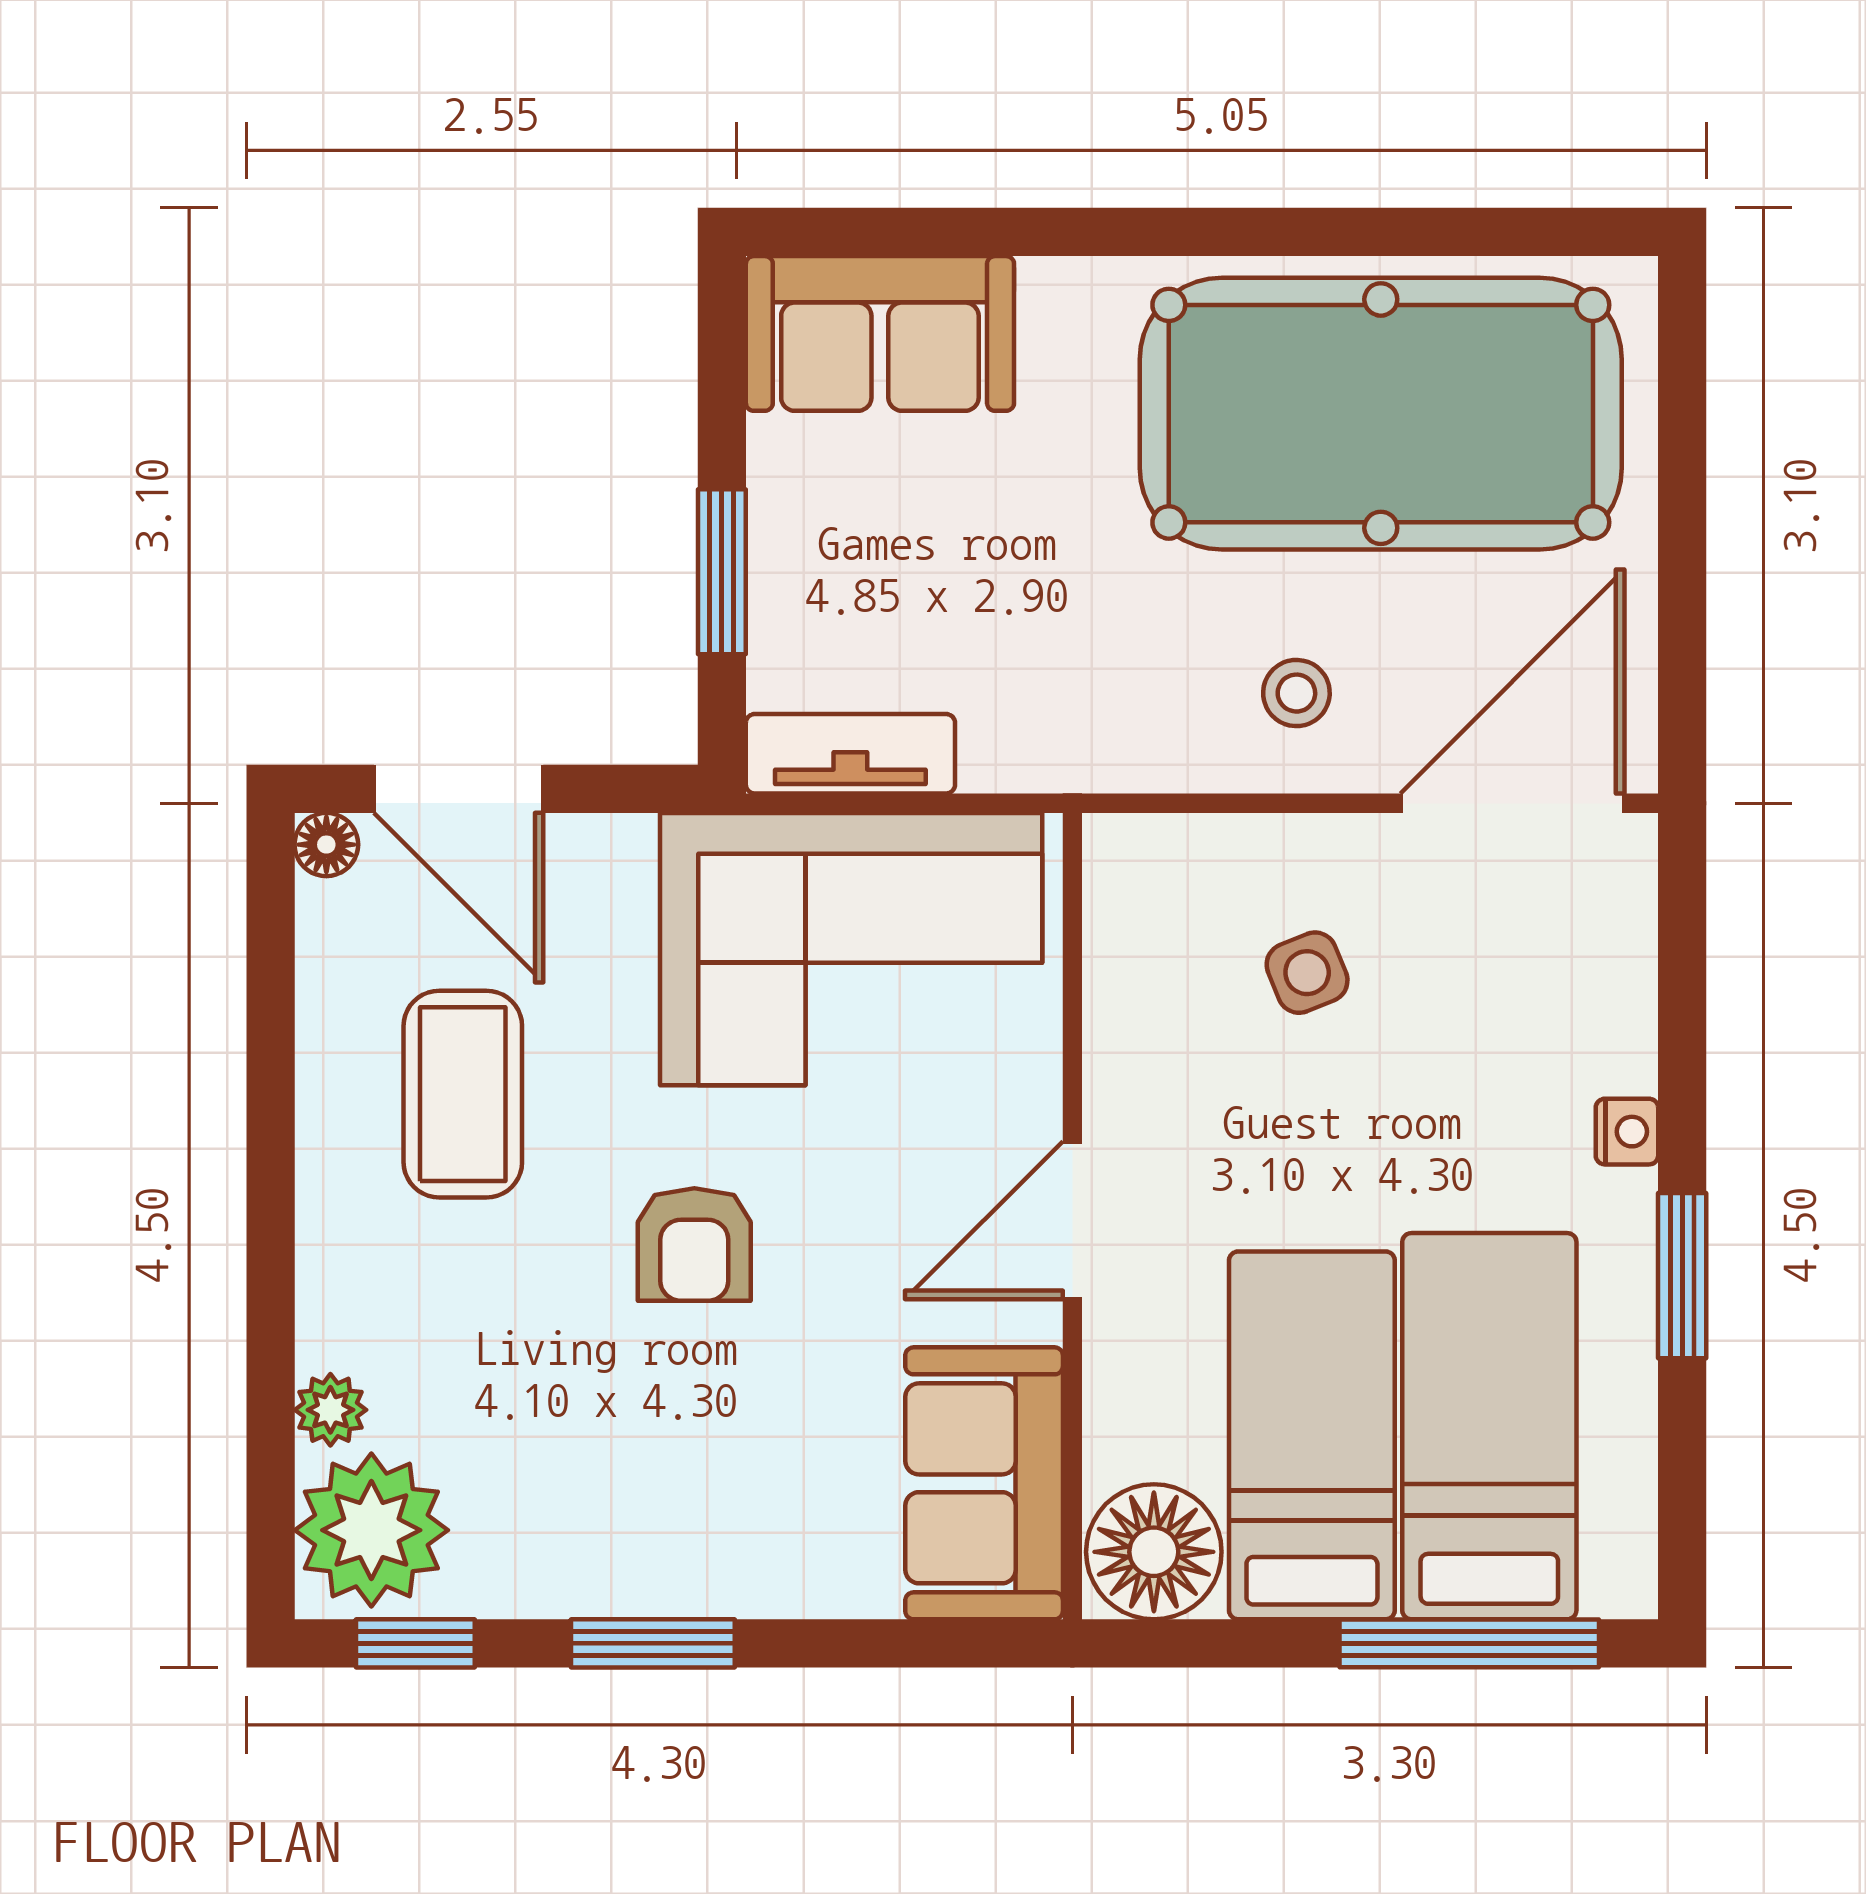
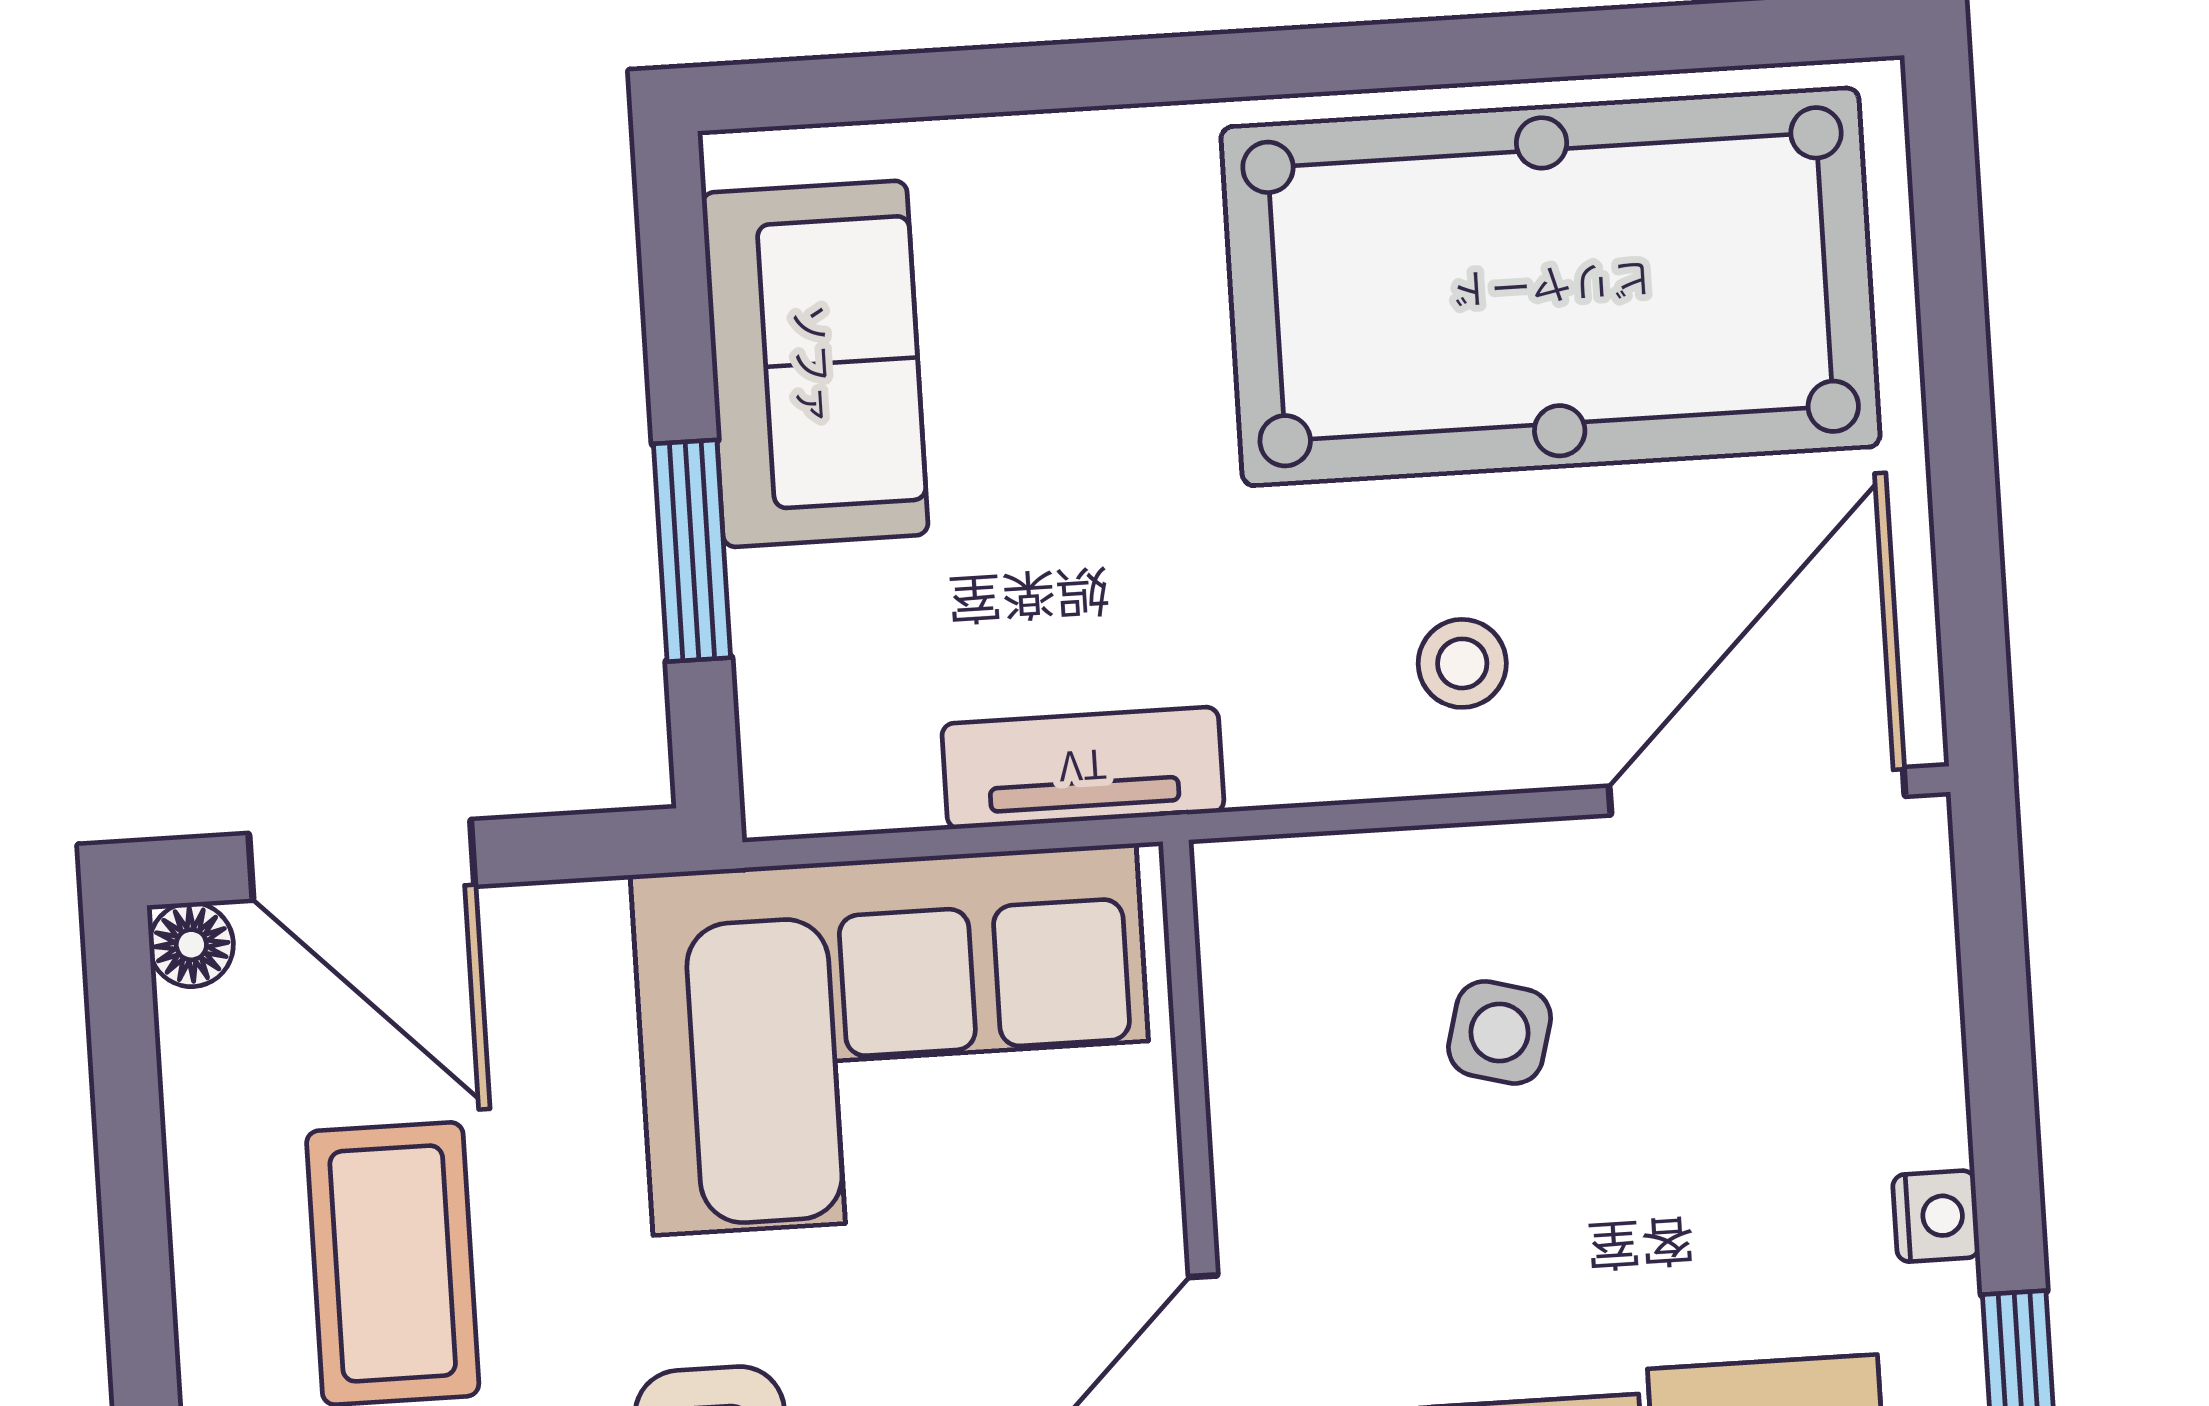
sofa: (880, 333) -> (815, 364), moved, turned -90
tv unit: (850, 754) -> (1083, 768), moved
side table: (1307, 973) -> (1500, 1032), turned 37

